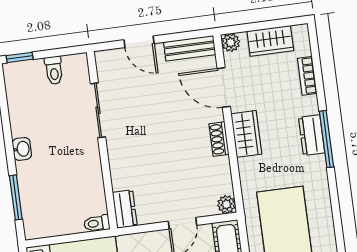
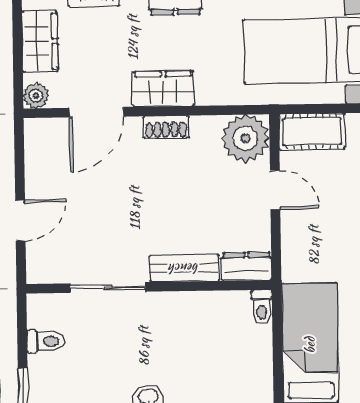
bench: (190, 48) -> (184, 268), moved, turned 90
plant: (226, 204) -> (245, 138), width x1.87, depth x1.87

